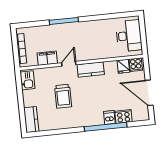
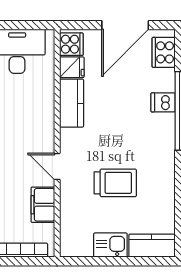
kitchen counter: (91, 69) -> (72, 103), moved
kitchen sink: (27, 80) -> (110, 245), moved
cooker: (123, 116) -> (164, 52), moved

